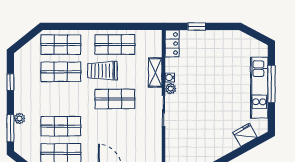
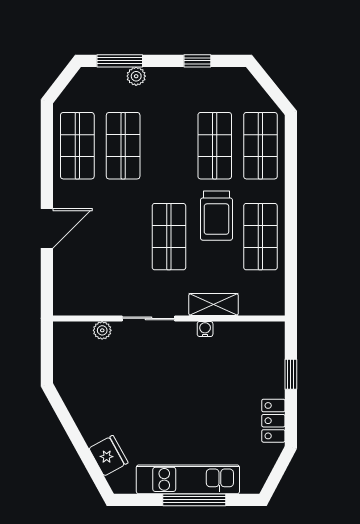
locker: (172, 44) -> (273, 421), moved, turned 90
trolley: (102, 71) -> (216, 216), turned 180
plant: (171, 89) -> (102, 330), moved

